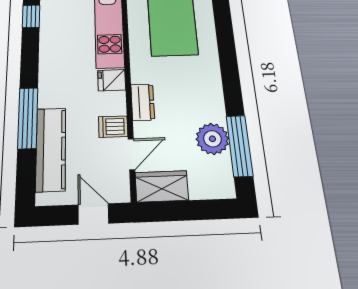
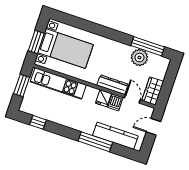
fridge: (112, 80) -> (103, 98), moved
dresser: (143, 102) -> (112, 85), width x1.44

